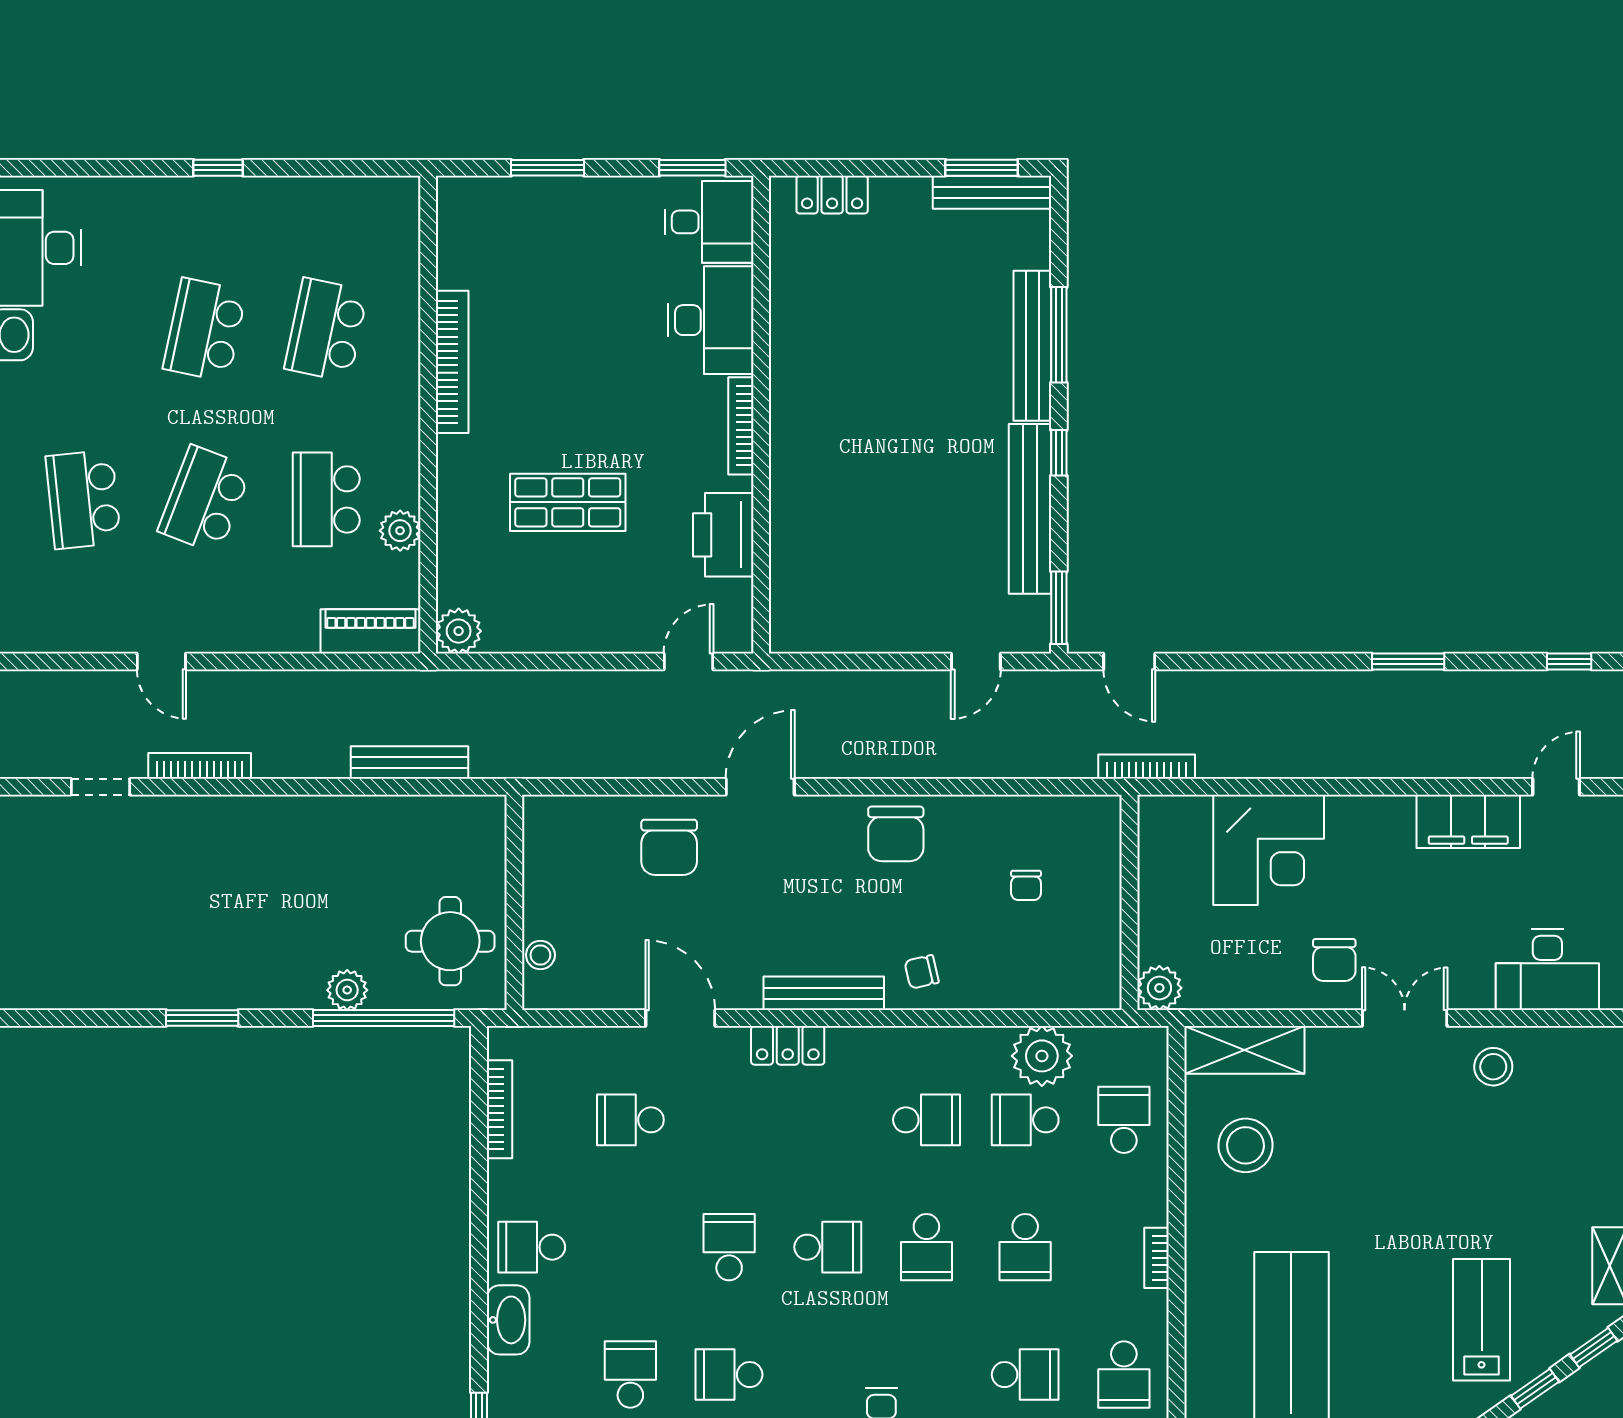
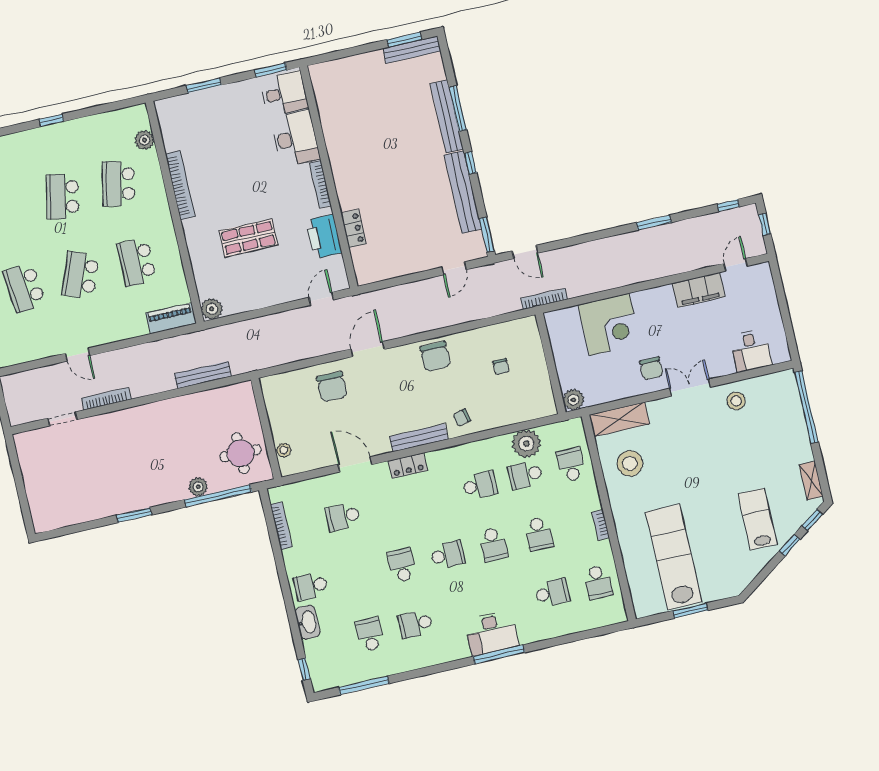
locker: (832, 195) -> (354, 229), moved, turned -90
plant: (400, 531) -> (144, 140), moved
desk: (1547, 970) -> (751, 350), width x0.73

